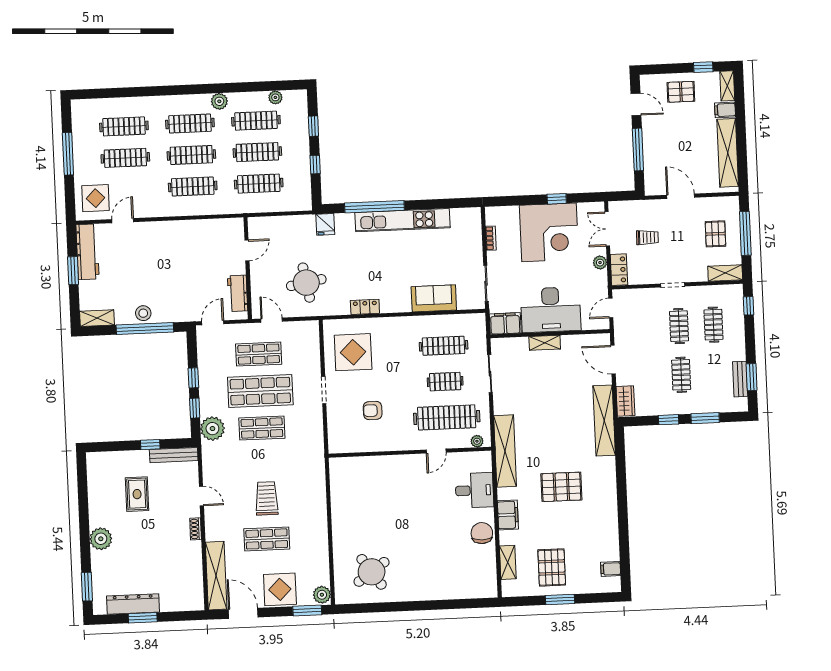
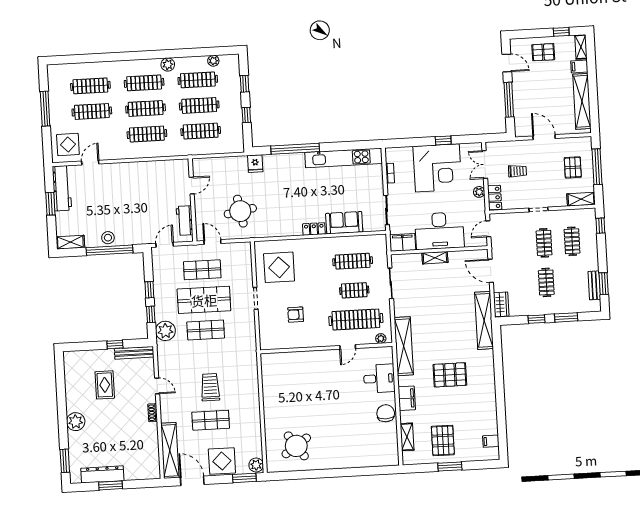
kitchen unit: (403, 220) -> (344, 158), moved
locker: (365, 307) -> (314, 229), moved

